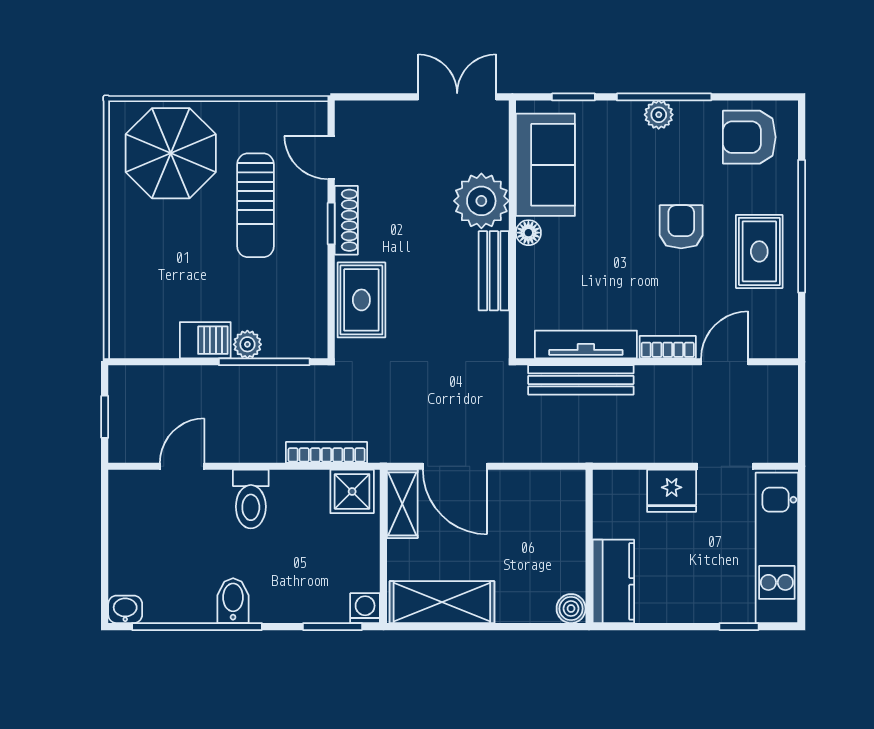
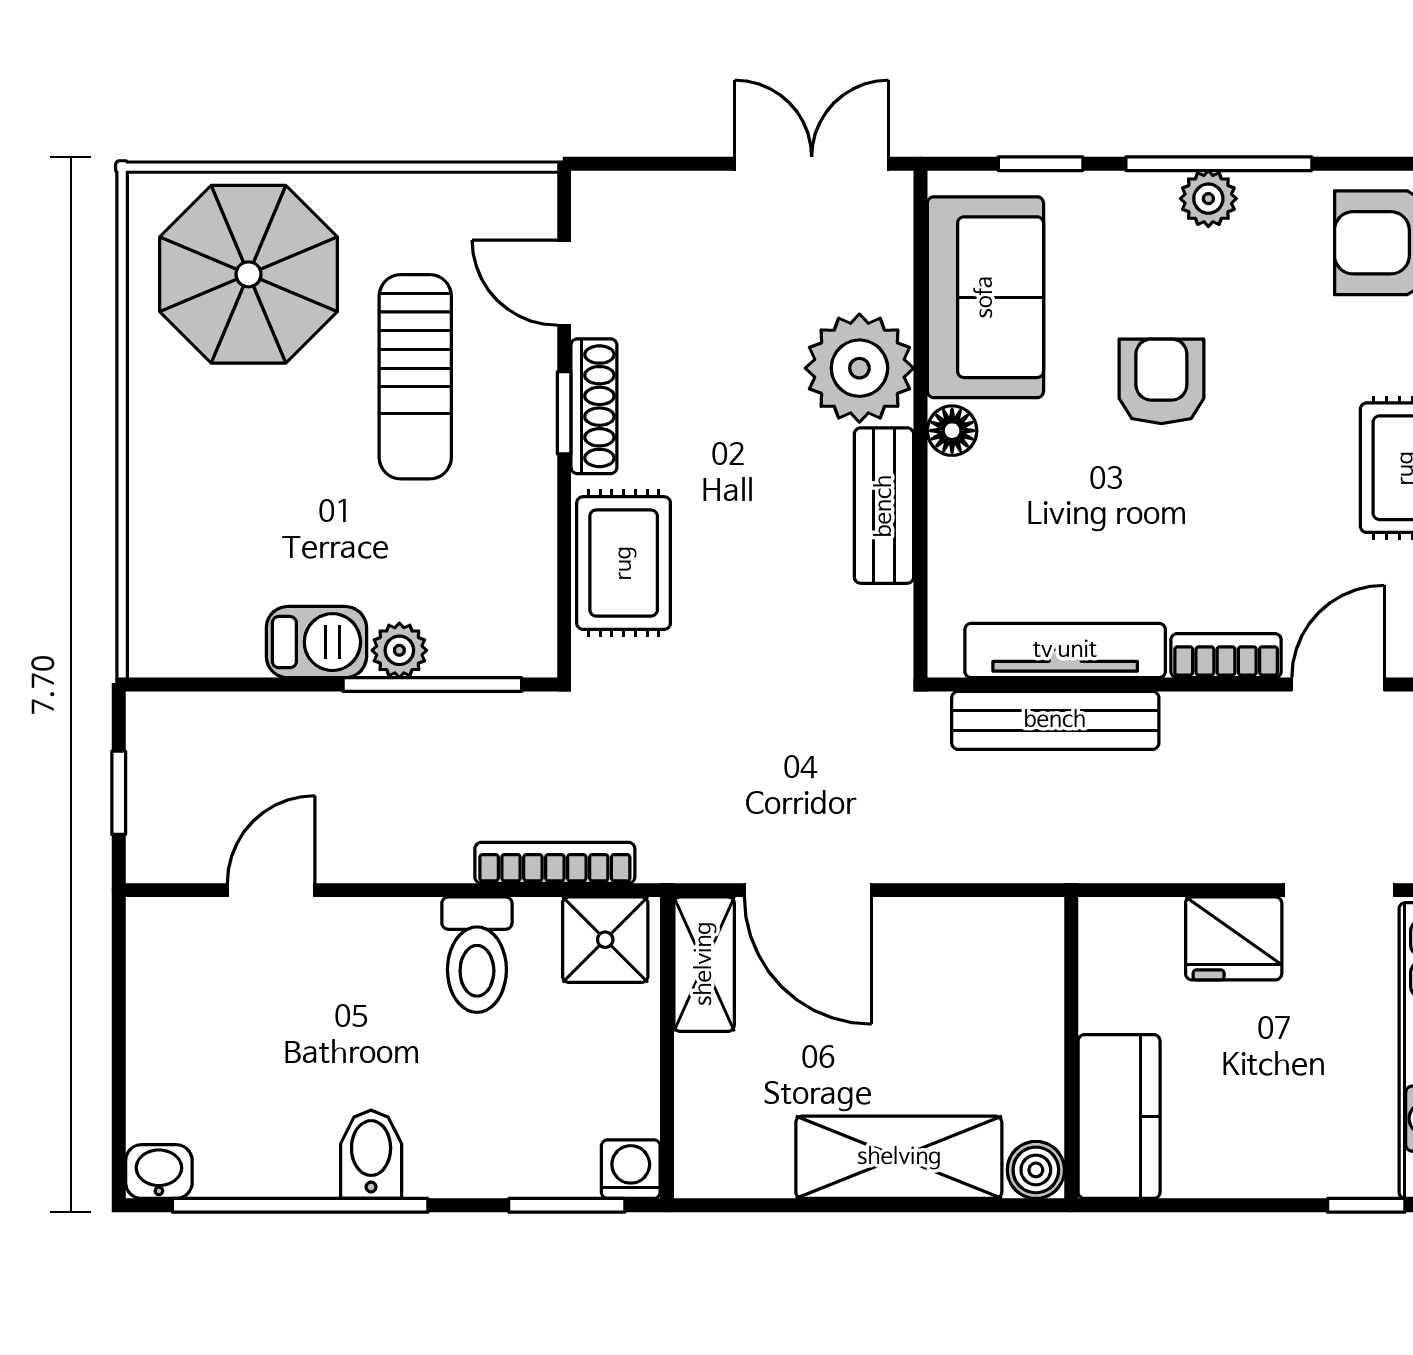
armchair: (681, 227) -> (1161, 381), moved
toilet: (251, 499) -> (477, 955), moved
shelving: (442, 602) -> (899, 1157), moved

